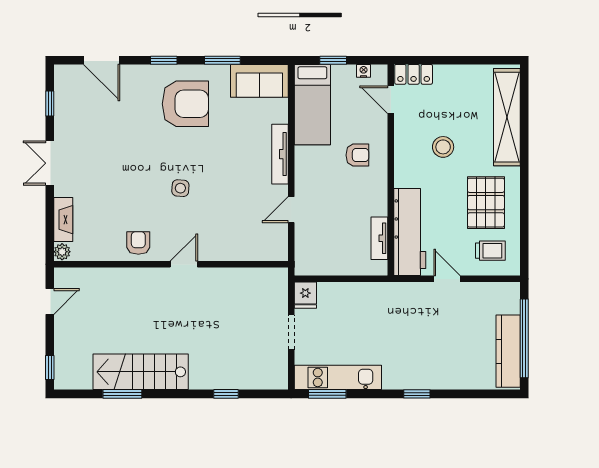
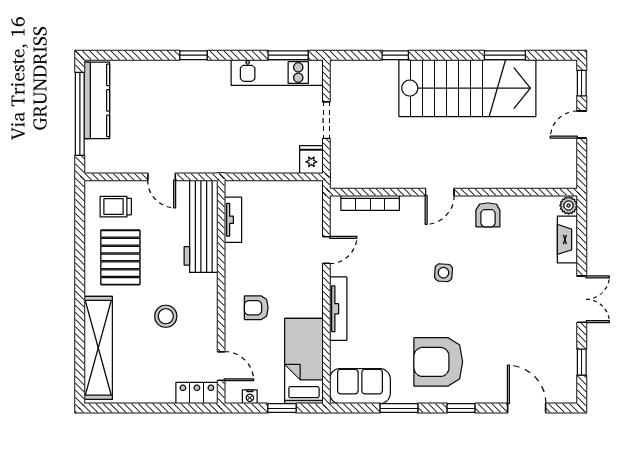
bookcase: (250, 254) -> (370, 203), added
door: (50, 301) -> (582, 124), moved
stairs: (141, 372) -> (467, 88), width x1.36, depth x1.51

